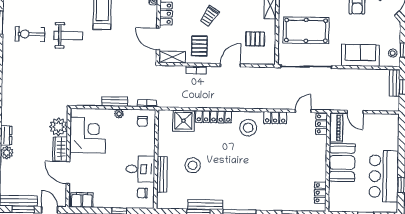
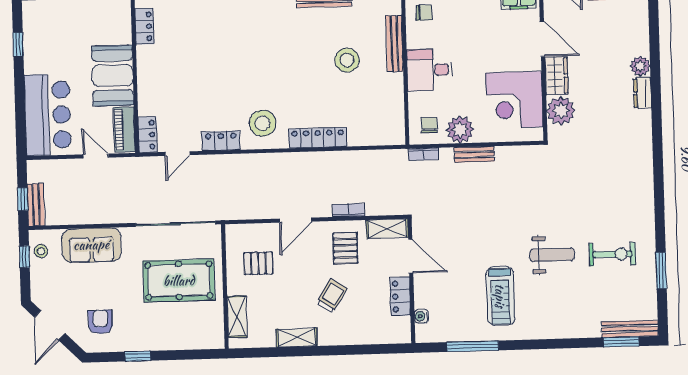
weight bench: (68, 36) -> (552, 255), turned 180
plant: (119, 114) -> (460, 130), width x1.88, depth x1.88
shower: (183, 121) -> (365, 129), removed
desk: (140, 169) -> (429, 70), moved
bar counter: (384, 176) -> (48, 115), moved

